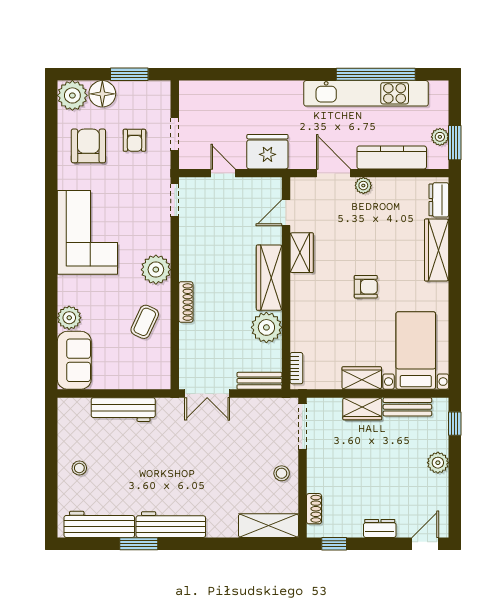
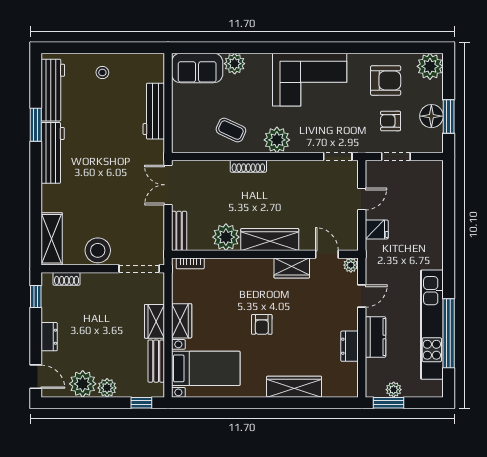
floor lamp: (102, 94) -> (431, 116), moved
fridge: (267, 152) -> (377, 229), width x0.53, depth x0.75
kitchen counter: (392, 157) -> (375, 337), width x0.67
door: (333, 173) -> (362, 296), width x0.73
plant: (363, 186) -> (351, 265), moved
dresser: (439, 200) -> (349, 346), moved, turned -90
stool: (282, 473) -> (98, 250), width x1.89, depth x1.89
plant: (433, 490) -> (83, 384), added

